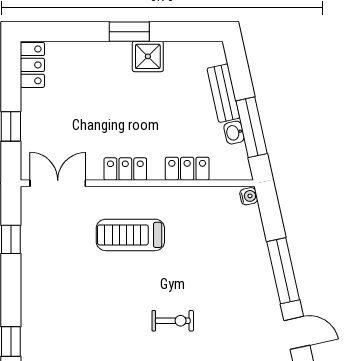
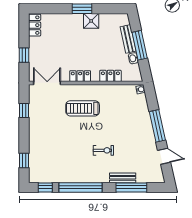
window: (252, 127) -> (140, 45), moved

